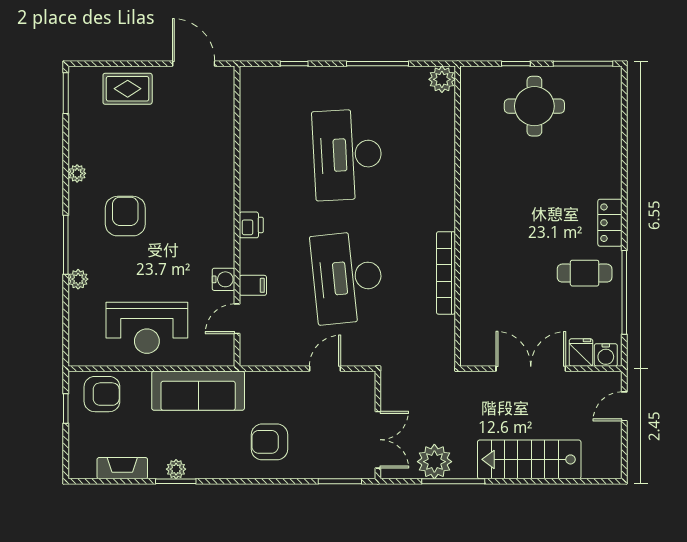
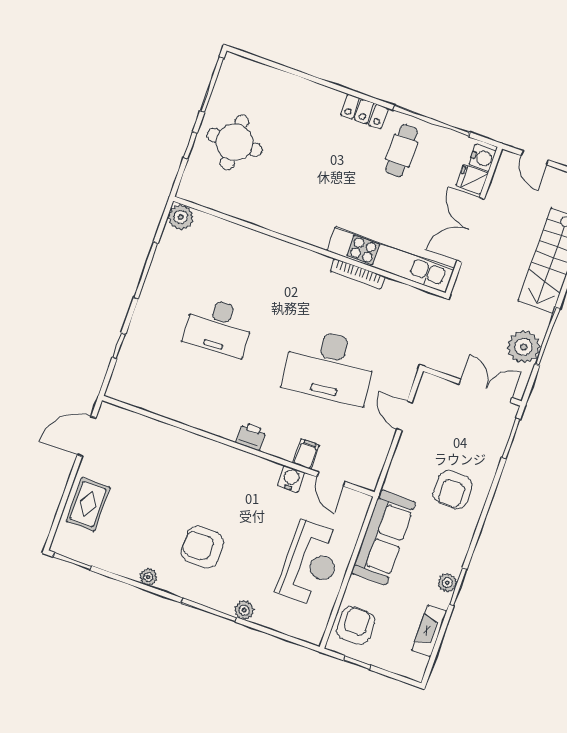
desk: (347, 155) -> (218, 327), width x0.73, depth x0.77
bookcase: (446, 273) -> (358, 274), width x0.68, depth x0.76
kitchen unit: (474, 300) -> (391, 260), added

